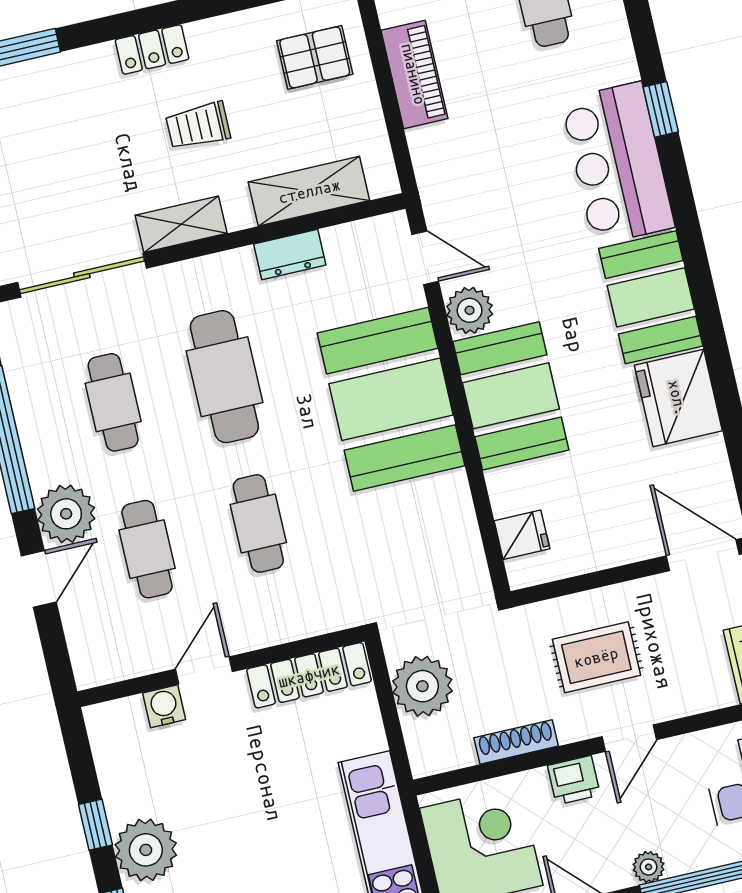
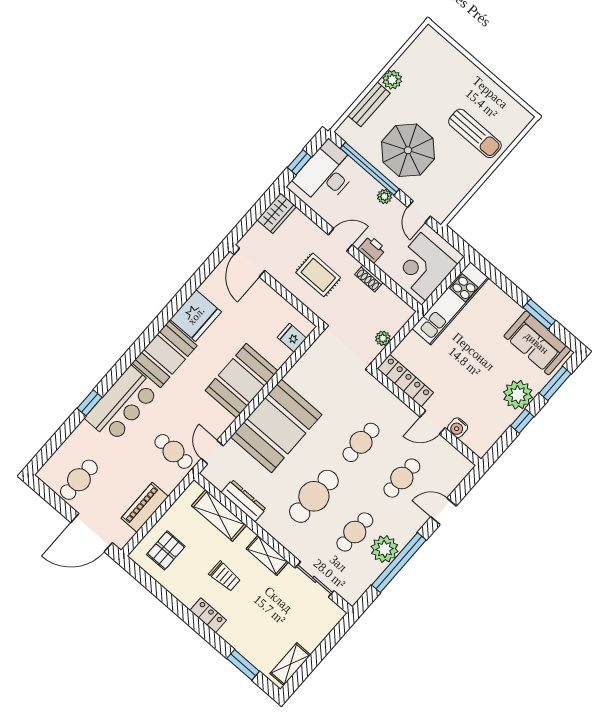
pallet: (315, 57) -> (166, 550), turned 90
cafe table: (474, 193) -> (174, 451), added
dresser: (290, 255) -> (244, 501), width x1.44
sliding door: (82, 275) -> (315, 579), width x0.73
plant: (470, 310) -> (220, 420), removed
plant: (66, 514) -> (385, 549), moved
plant: (422, 686) -> (383, 338), width x0.53, depth x0.53
shoe rack: (516, 742) -> (369, 279), width x0.70

